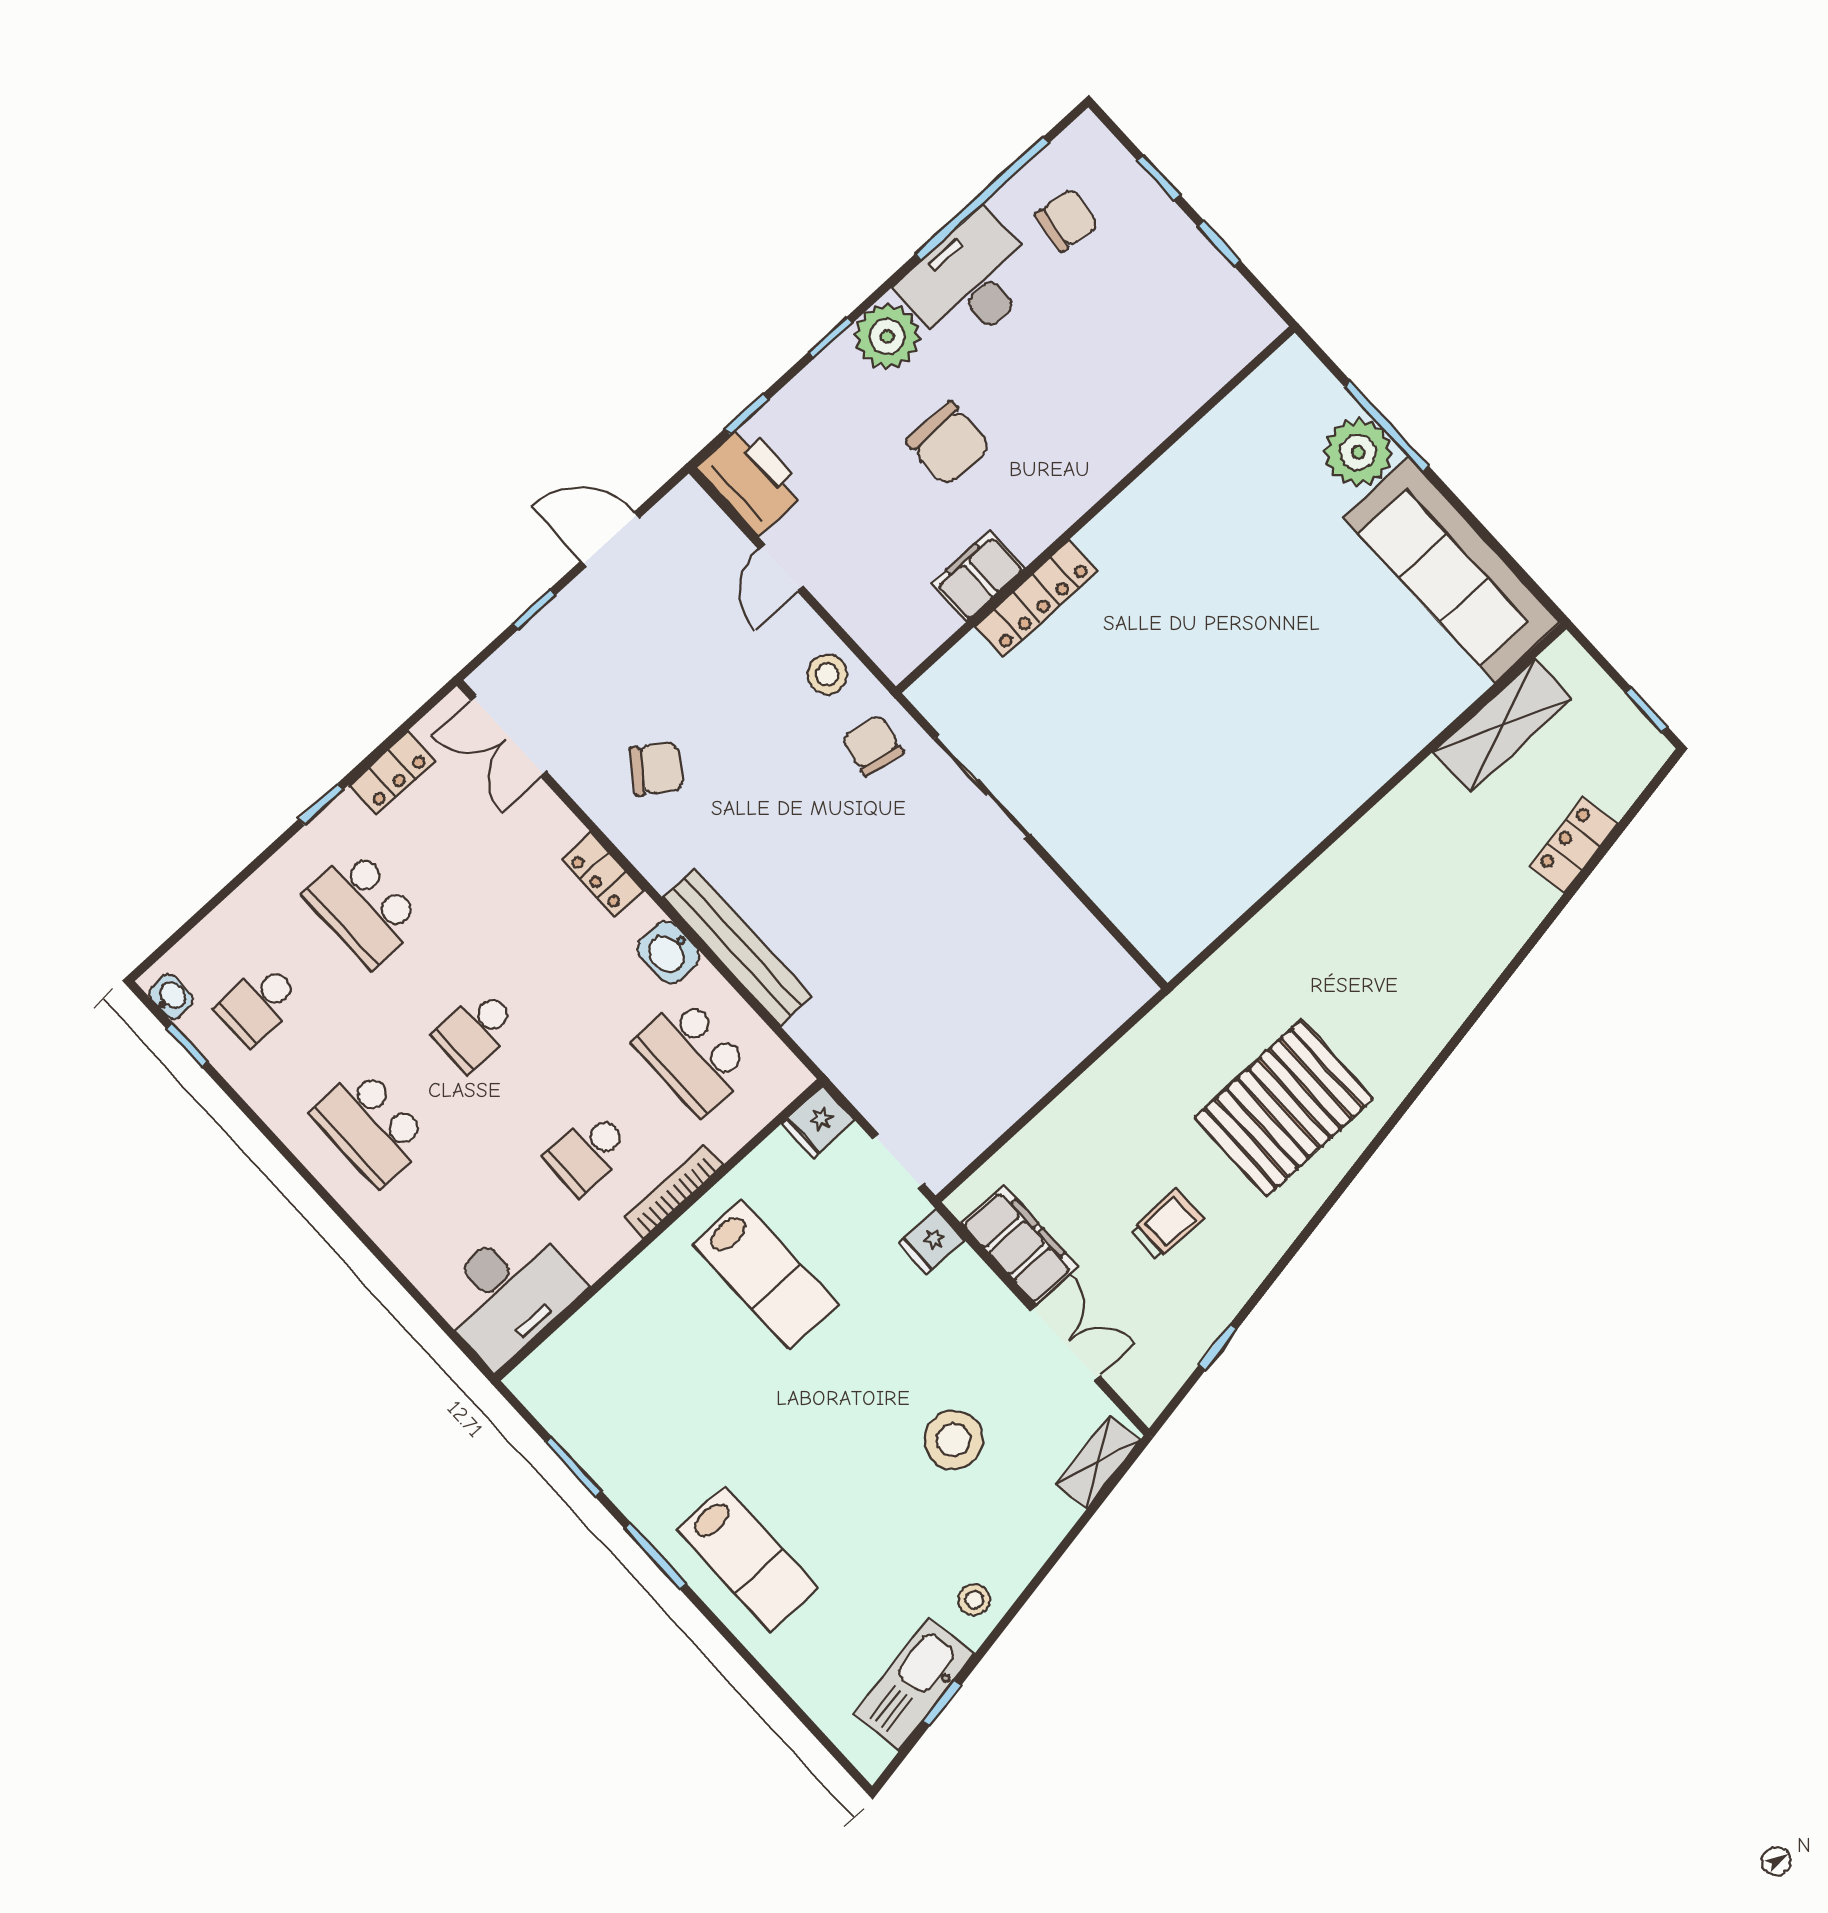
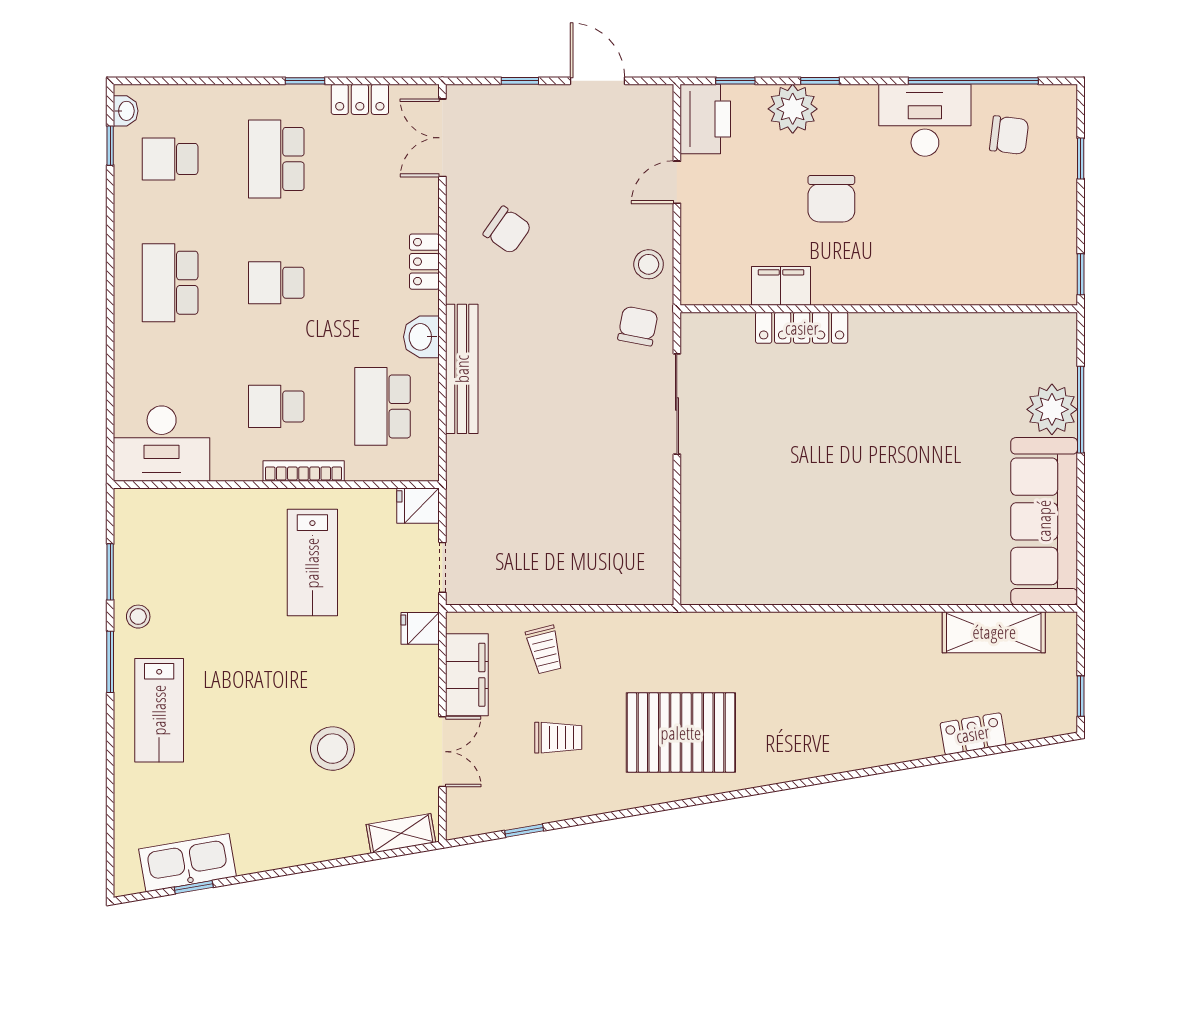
window: (1219, 243) -> (1081, 274), moved
plant: (887, 337) -> (793, 109), moved
trolley: (1074, 1150) -> (545, 650), added
stool: (974, 1599) -> (138, 617), moved

